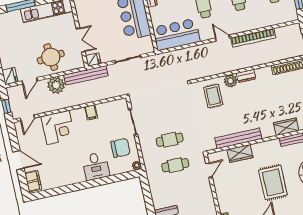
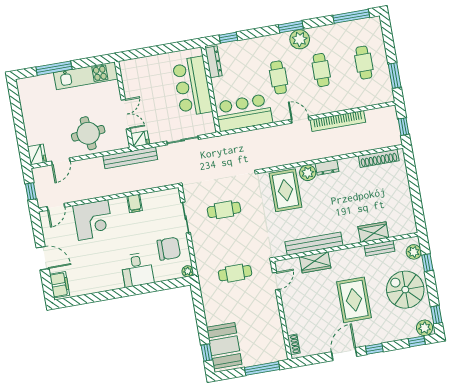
plant: (56, 85) -> (93, 168), removed
rug: (213, 96) -> (286, 190), width x1.36, depth x1.43
cafe table: (170, 140) -> (224, 210), moved

